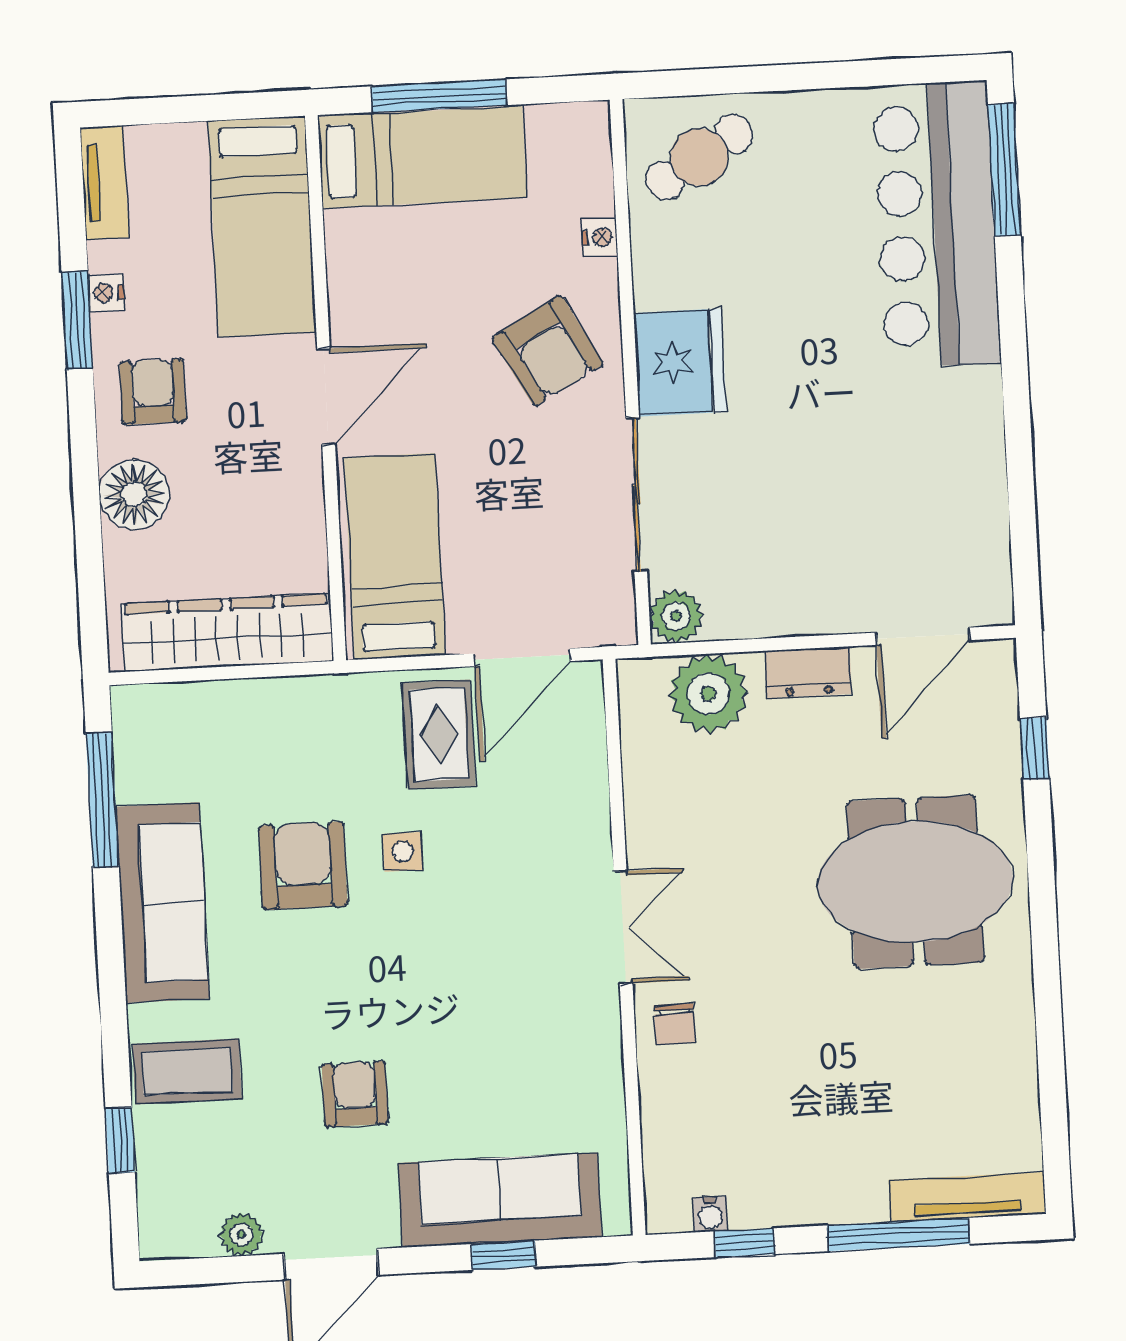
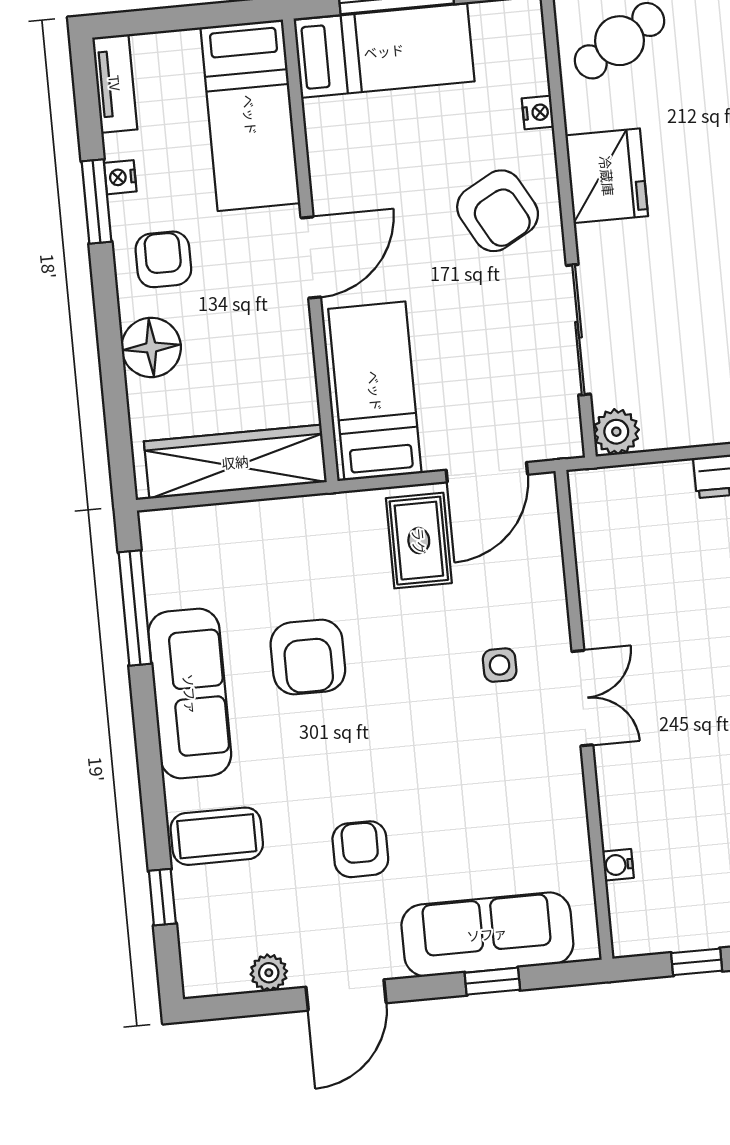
fridge: (680, 363) -> (607, 176), moved
plant: (708, 694) -> (646, 496), removed
side table: (403, 852) -> (500, 665), moved
armchair: (303, 866) -> (308, 657), turned 180
chair: (675, 1024) -> (630, 778), removed
water cooler: (710, 1214) -> (618, 865), moved, turned 90

